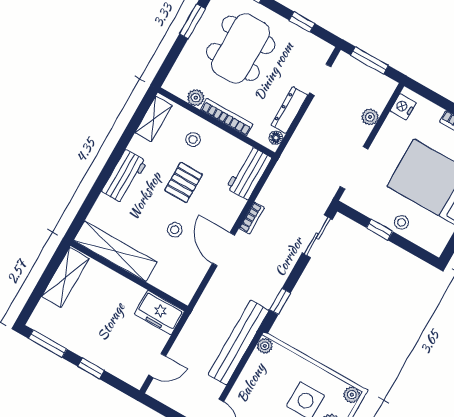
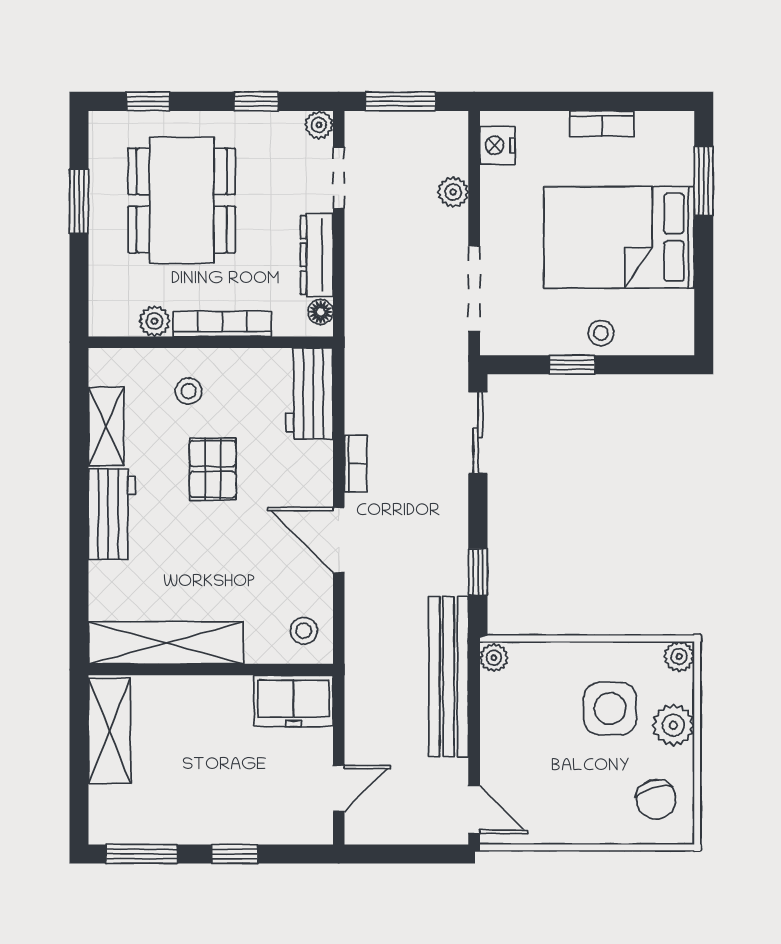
plant: (325, 50) -> (319, 125), added
shelving: (154, 119) -> (106, 426), moved
stool: (175, 230) -> (304, 631), moved

